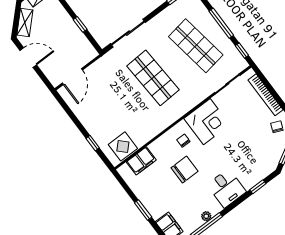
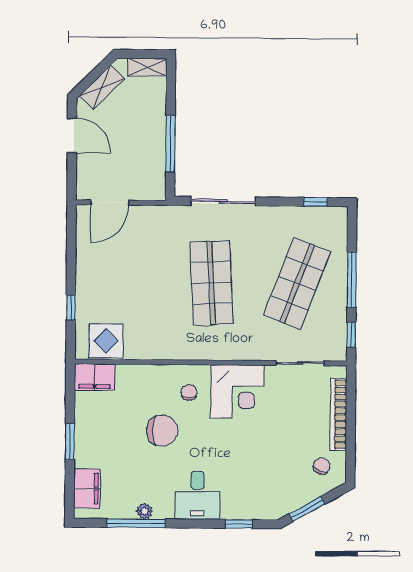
window: (80, 24) -> (170, 144), width x2.17
shop shelf: (196, 46) -> (297, 283), turned 30
filing cabinet: (141, 161) -> (95, 377), moved

